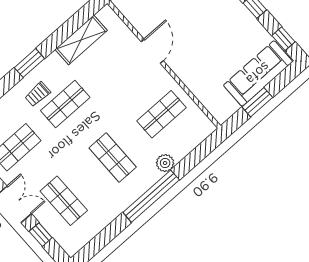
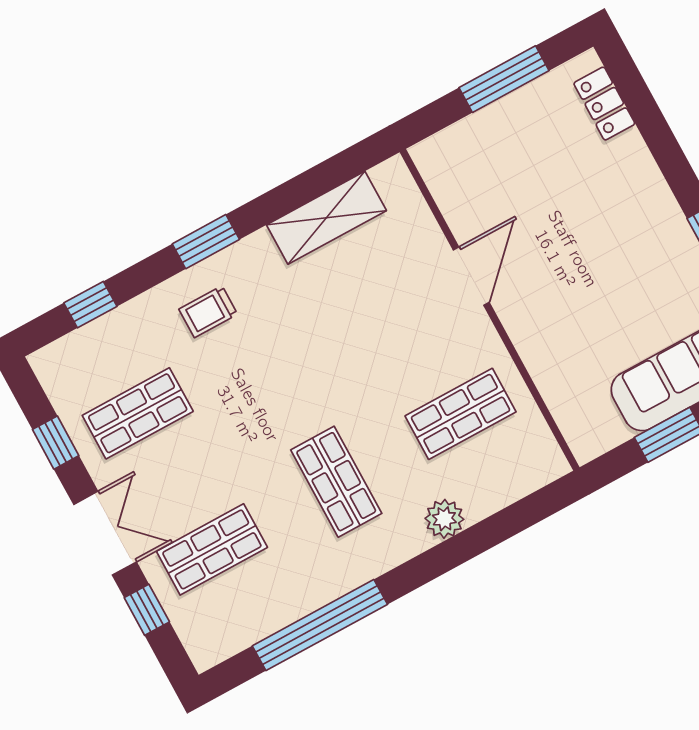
shop shelf: (65, 104) -> (262, 346), removed
window: (151, 196) -> (320, 625), moved
shop shelf: (64, 201) -> (212, 549), turned 90

